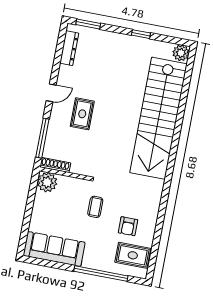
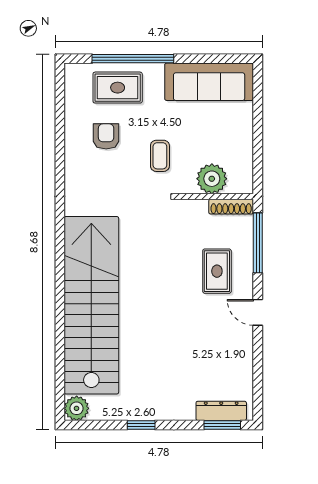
dresser: (69, 48) -> (221, 411), moved, turned 90
door: (51, 93) -> (258, 312), hinge flipped
rug: (82, 114) -> (217, 271), moved
plant: (47, 182) -> (212, 179), moved
rug: (133, 255) -> (118, 88), moved

